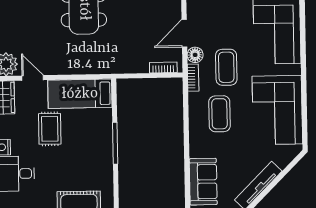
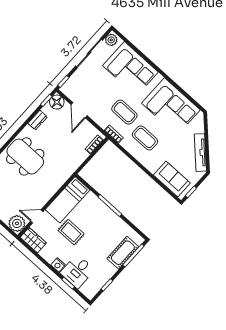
door: (184, 33) -> (79, 110), moved
floor lamp: (195, 55) -> (103, 122), removed

